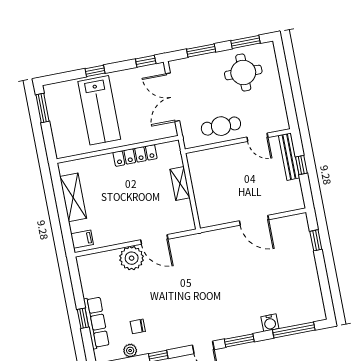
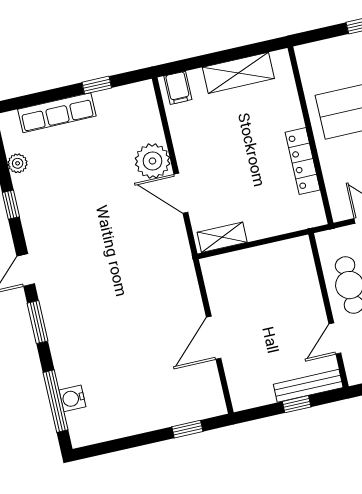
shelving: (180, 183) -> (222, 237), moved
door: (154, 239) -> (181, 193), hinge flipped
window: (83, 318) -> (97, 85), moved
water cooler: (270, 323) -> (72, 398), moved
chair: (138, 326) -> (53, 173), removed

